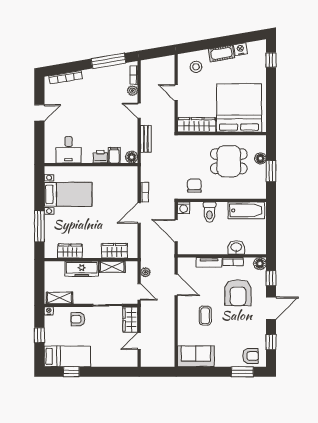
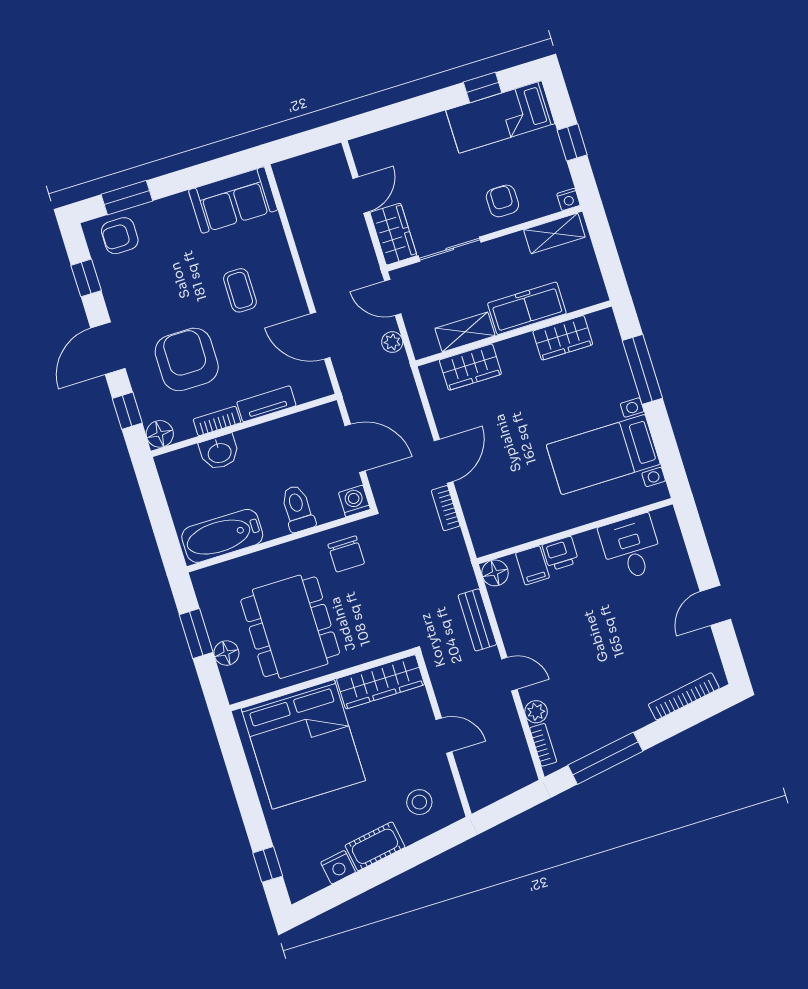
dining table: (229, 161) -> (290, 627), width x1.38
armchair: (78, 319) -> (502, 201), turned -90

